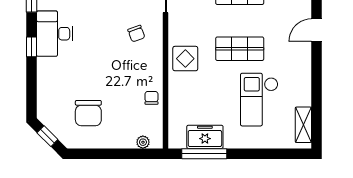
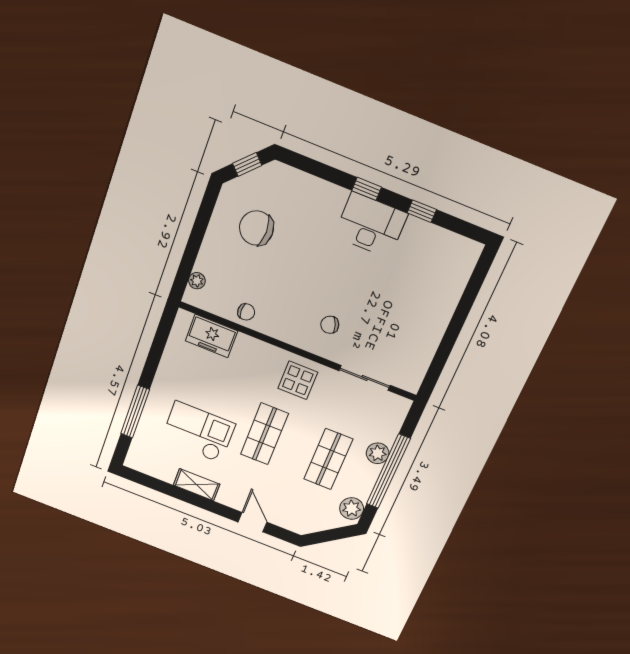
display table: (185, 59) -> (298, 380), moved
shelving: (303, 125) -> (197, 485), moved
freezer: (205, 137) -> (211, 336), moved, turned 90
window: (204, 154) -> (135, 412), moved

